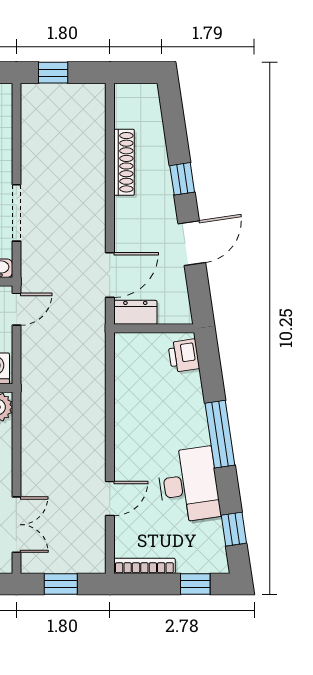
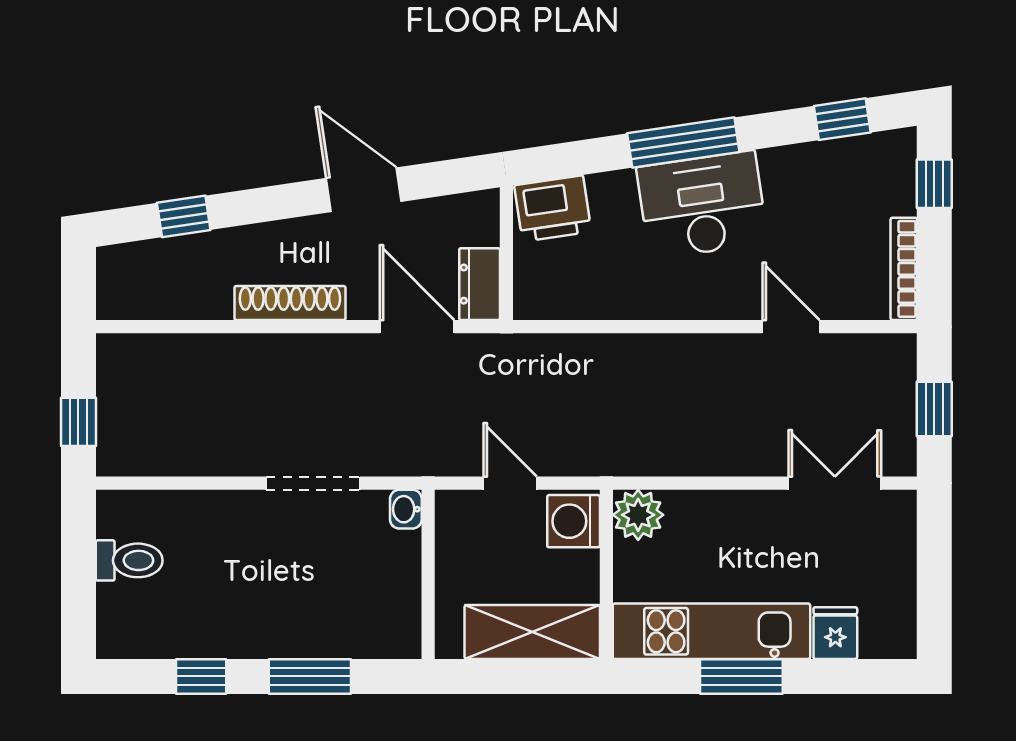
shoe rack: (124, 162) -> (290, 303), moved
window: (182, 179) -> (184, 216), moved
door: (16, 309) -> (510, 483), moved
printer: (184, 356) -> (553, 209), width x1.36, depth x1.24
desk: (188, 485) -> (702, 205), moved

